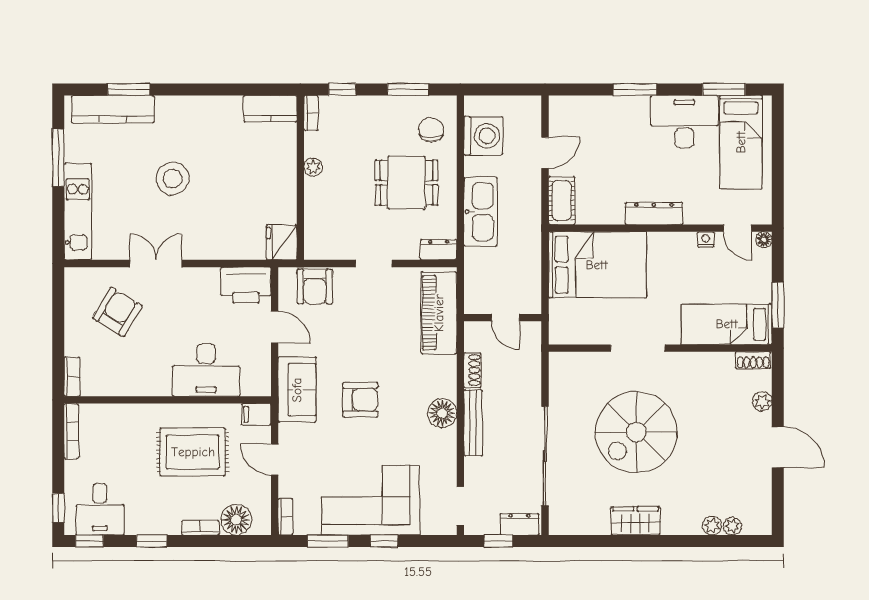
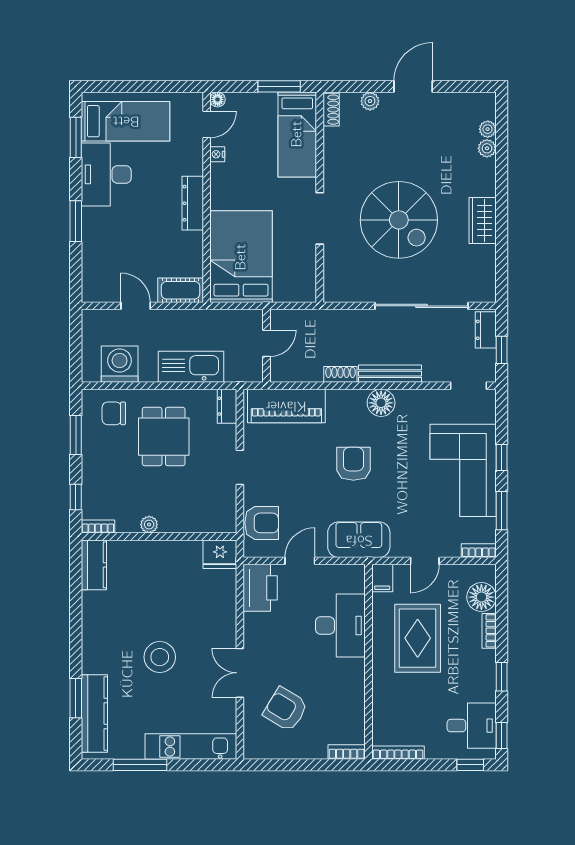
wall: (503, 318) -> (266, 346), moved
door: (505, 318) -> (266, 343), moved
armchair: (360, 400) -> (353, 464), moved

